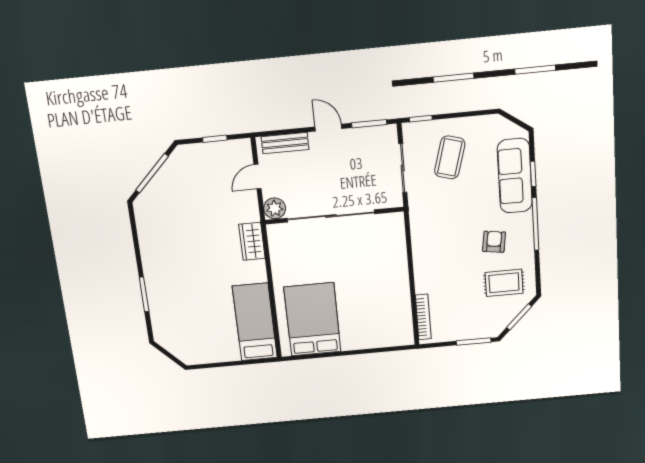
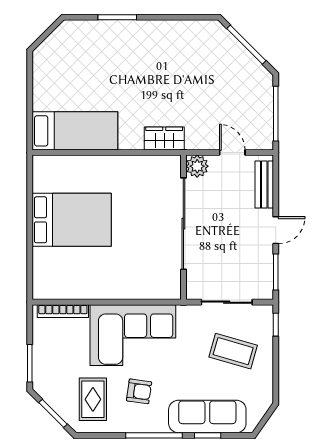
window: (215, 139) -> (276, 114), width x2.17
corner sofa: (441, 252) -> (133, 335), added
bed: (312, 319) -> (72, 220), moved

